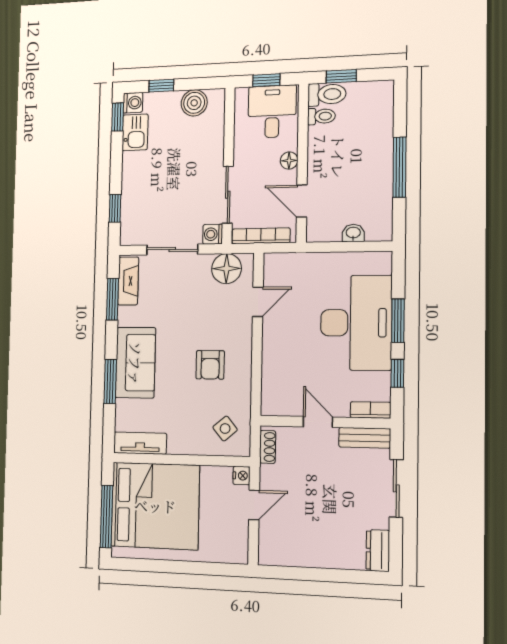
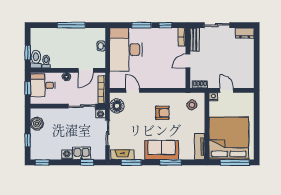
washing machine: (133, 103) -> (67, 155), moved
kitchen sink: (135, 132) -> (82, 153), moved
desk: (356, 323) -> (126, 50), moved, turned -90

